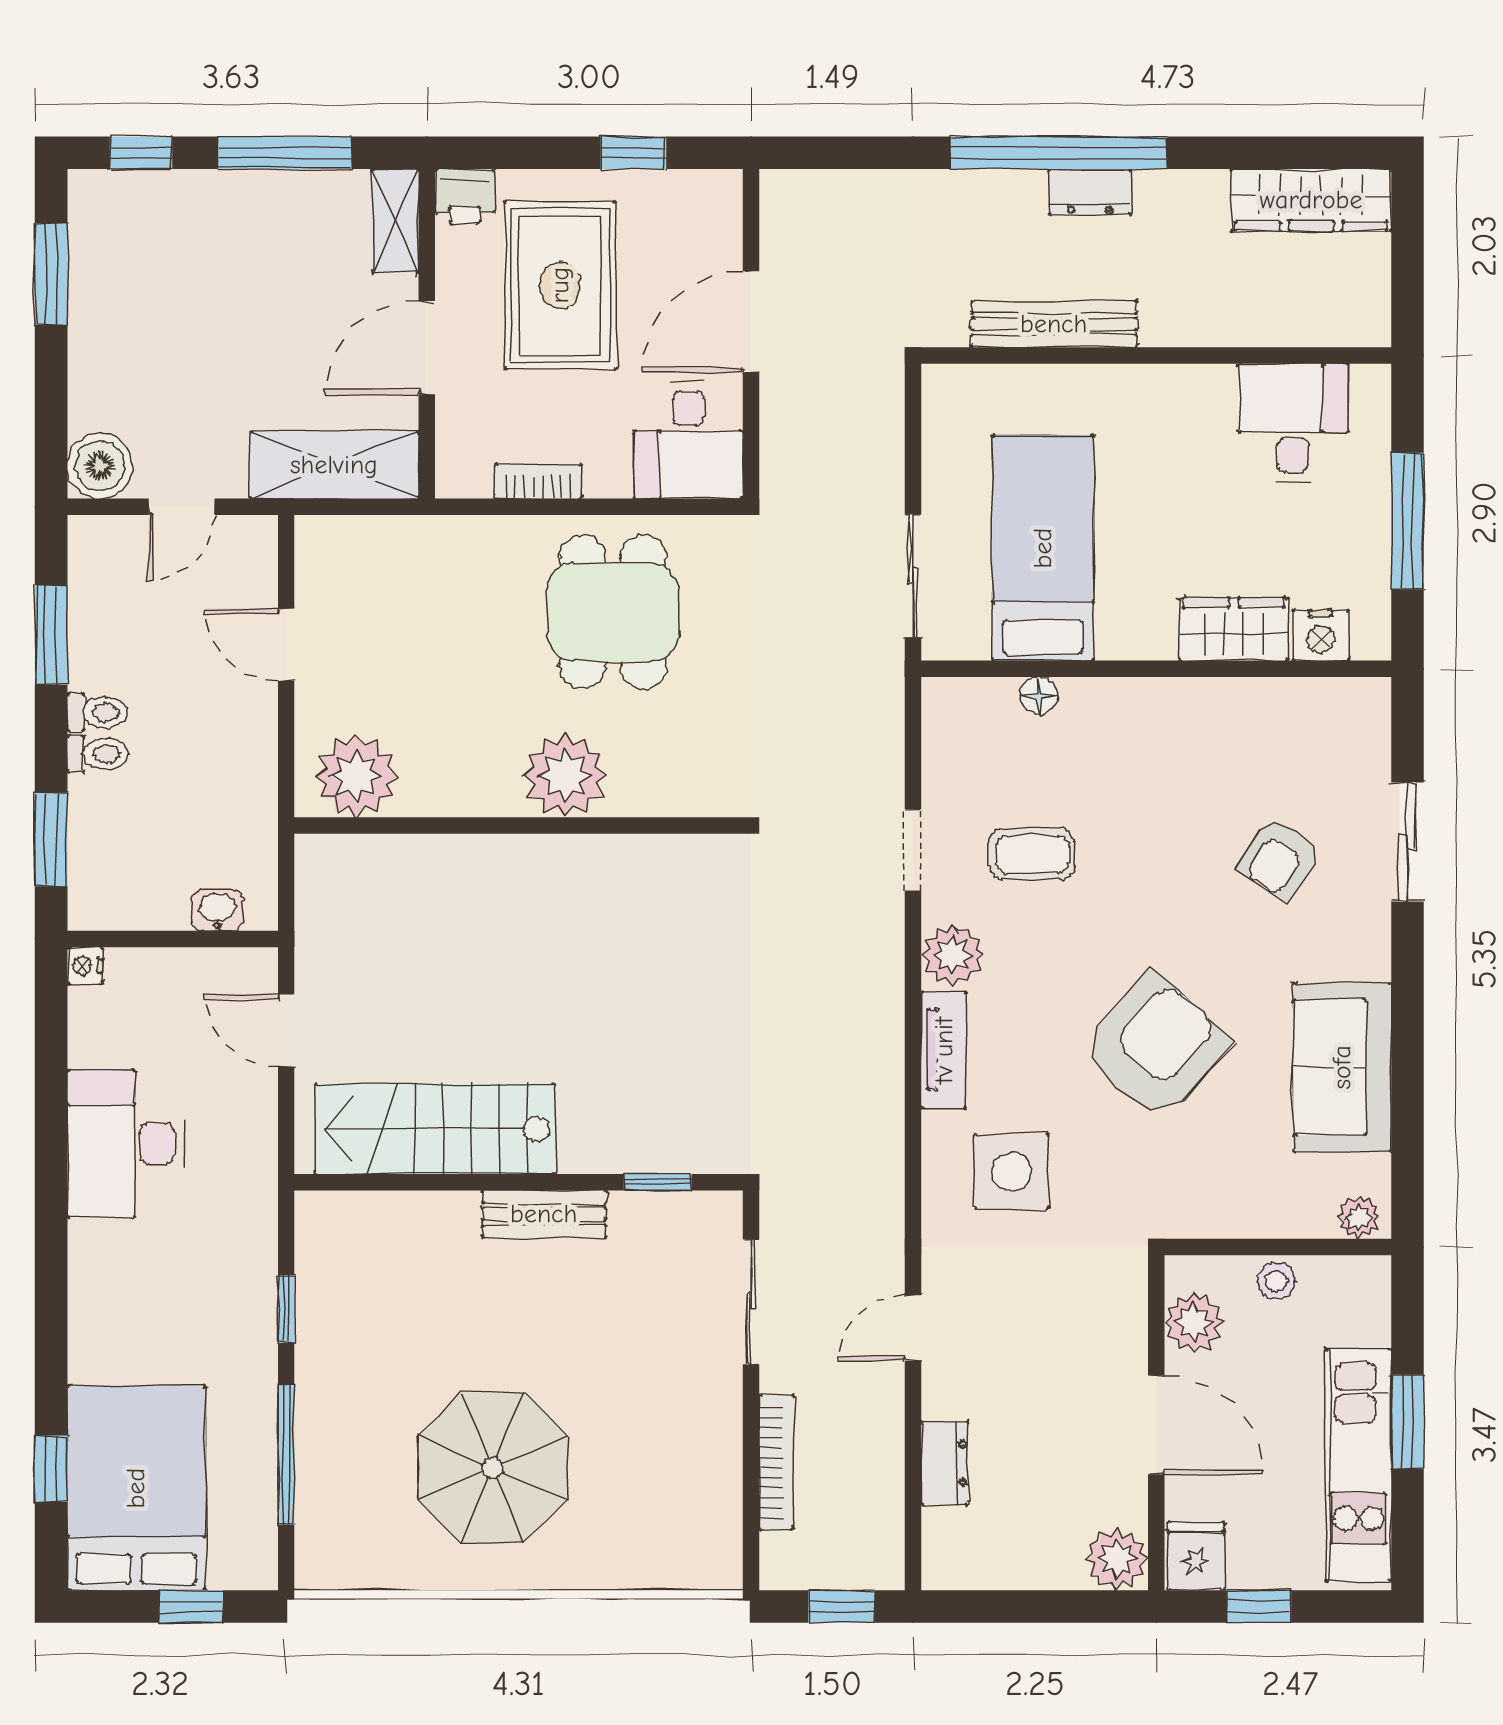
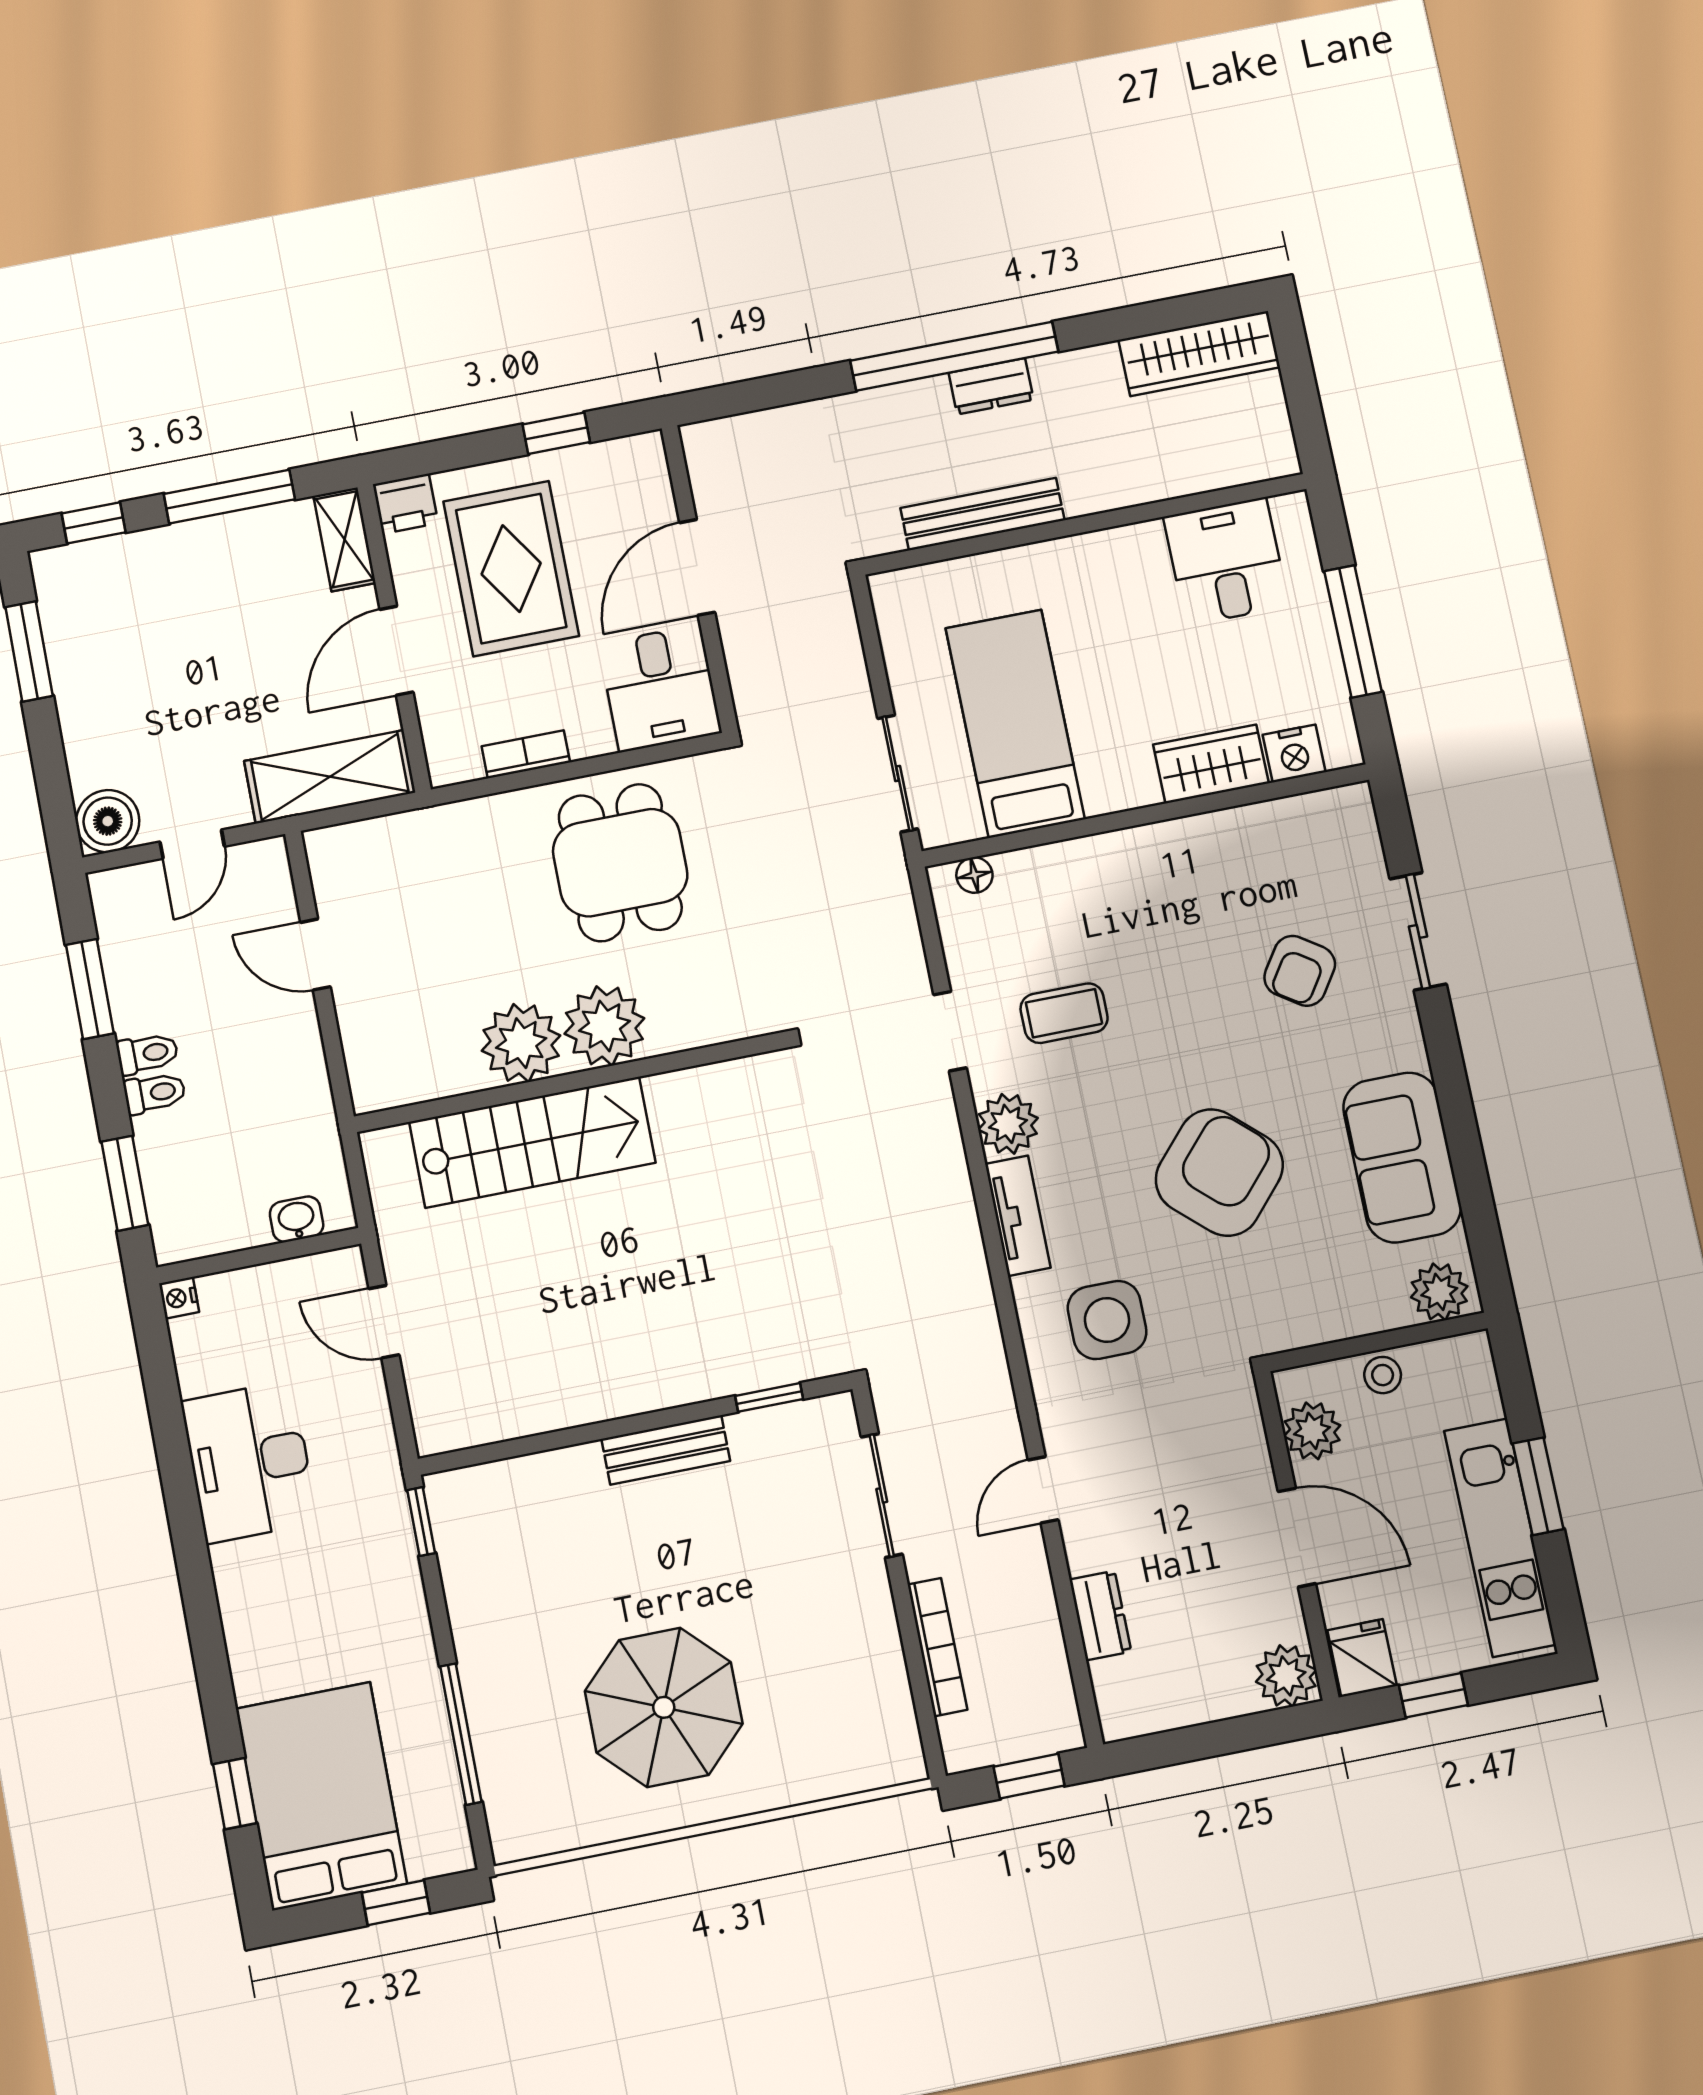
floor lamp: (1039, 696) -> (974, 875), moved
plant: (356, 776) -> (521, 1043), moved
stairs: (435, 1129) -> (532, 1142), moved, turned 180
plant: (1359, 1217) -> (1439, 1292), width x1.38, depth x1.38
window: (286, 1309) -> (421, 1522), moved

